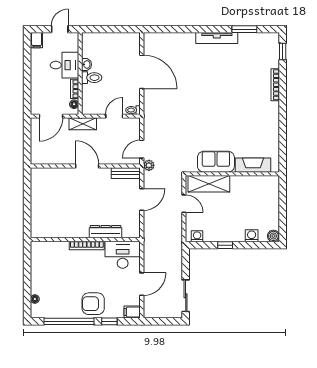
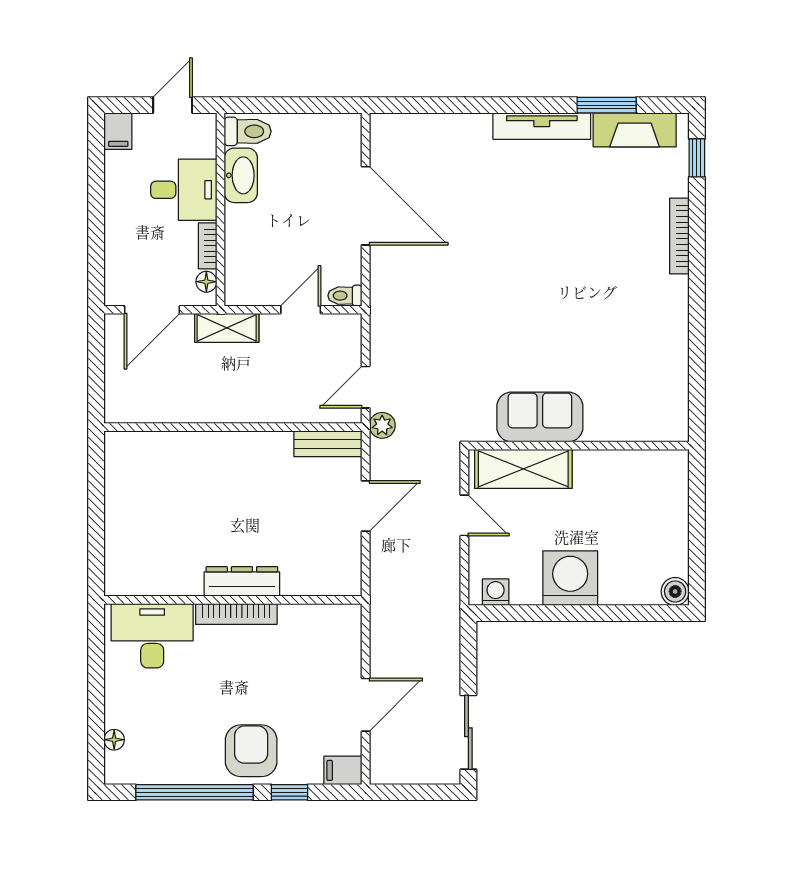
washbasin: (87, 64) -> (241, 175), width x1.91, depth x1.45
toilet: (92, 78) -> (248, 131), moved
fireplace: (253, 165) -> (635, 130), moved, turned 180
door: (87, 166) -> (237, 427), removed
dresser: (106, 232) -> (242, 581), moved
washing machine: (252, 236) -> (570, 578), moved, width x1.89, depth x1.89
window: (225, 245) -> (561, 613), removed
desk: (123, 255) -> (152, 636), moved
armchair: (93, 304) -> (251, 751), turned 90

